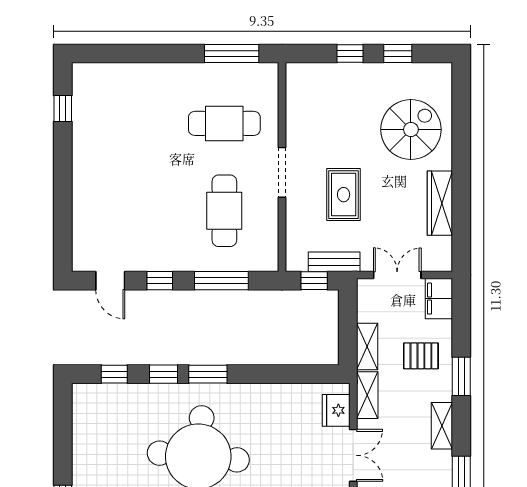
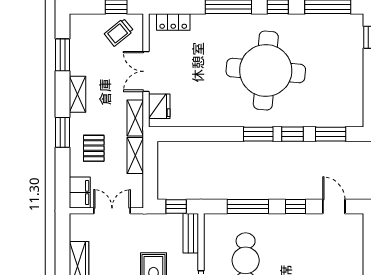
bench: (334, 262) -> (191, 233), moved, turned 90
double door: (397, 275) -> (112, 211), swing flipped
pallet: (421, 356) -> (94, 148), turned 90
window: (114, 374) -> (331, 134), width x1.50

